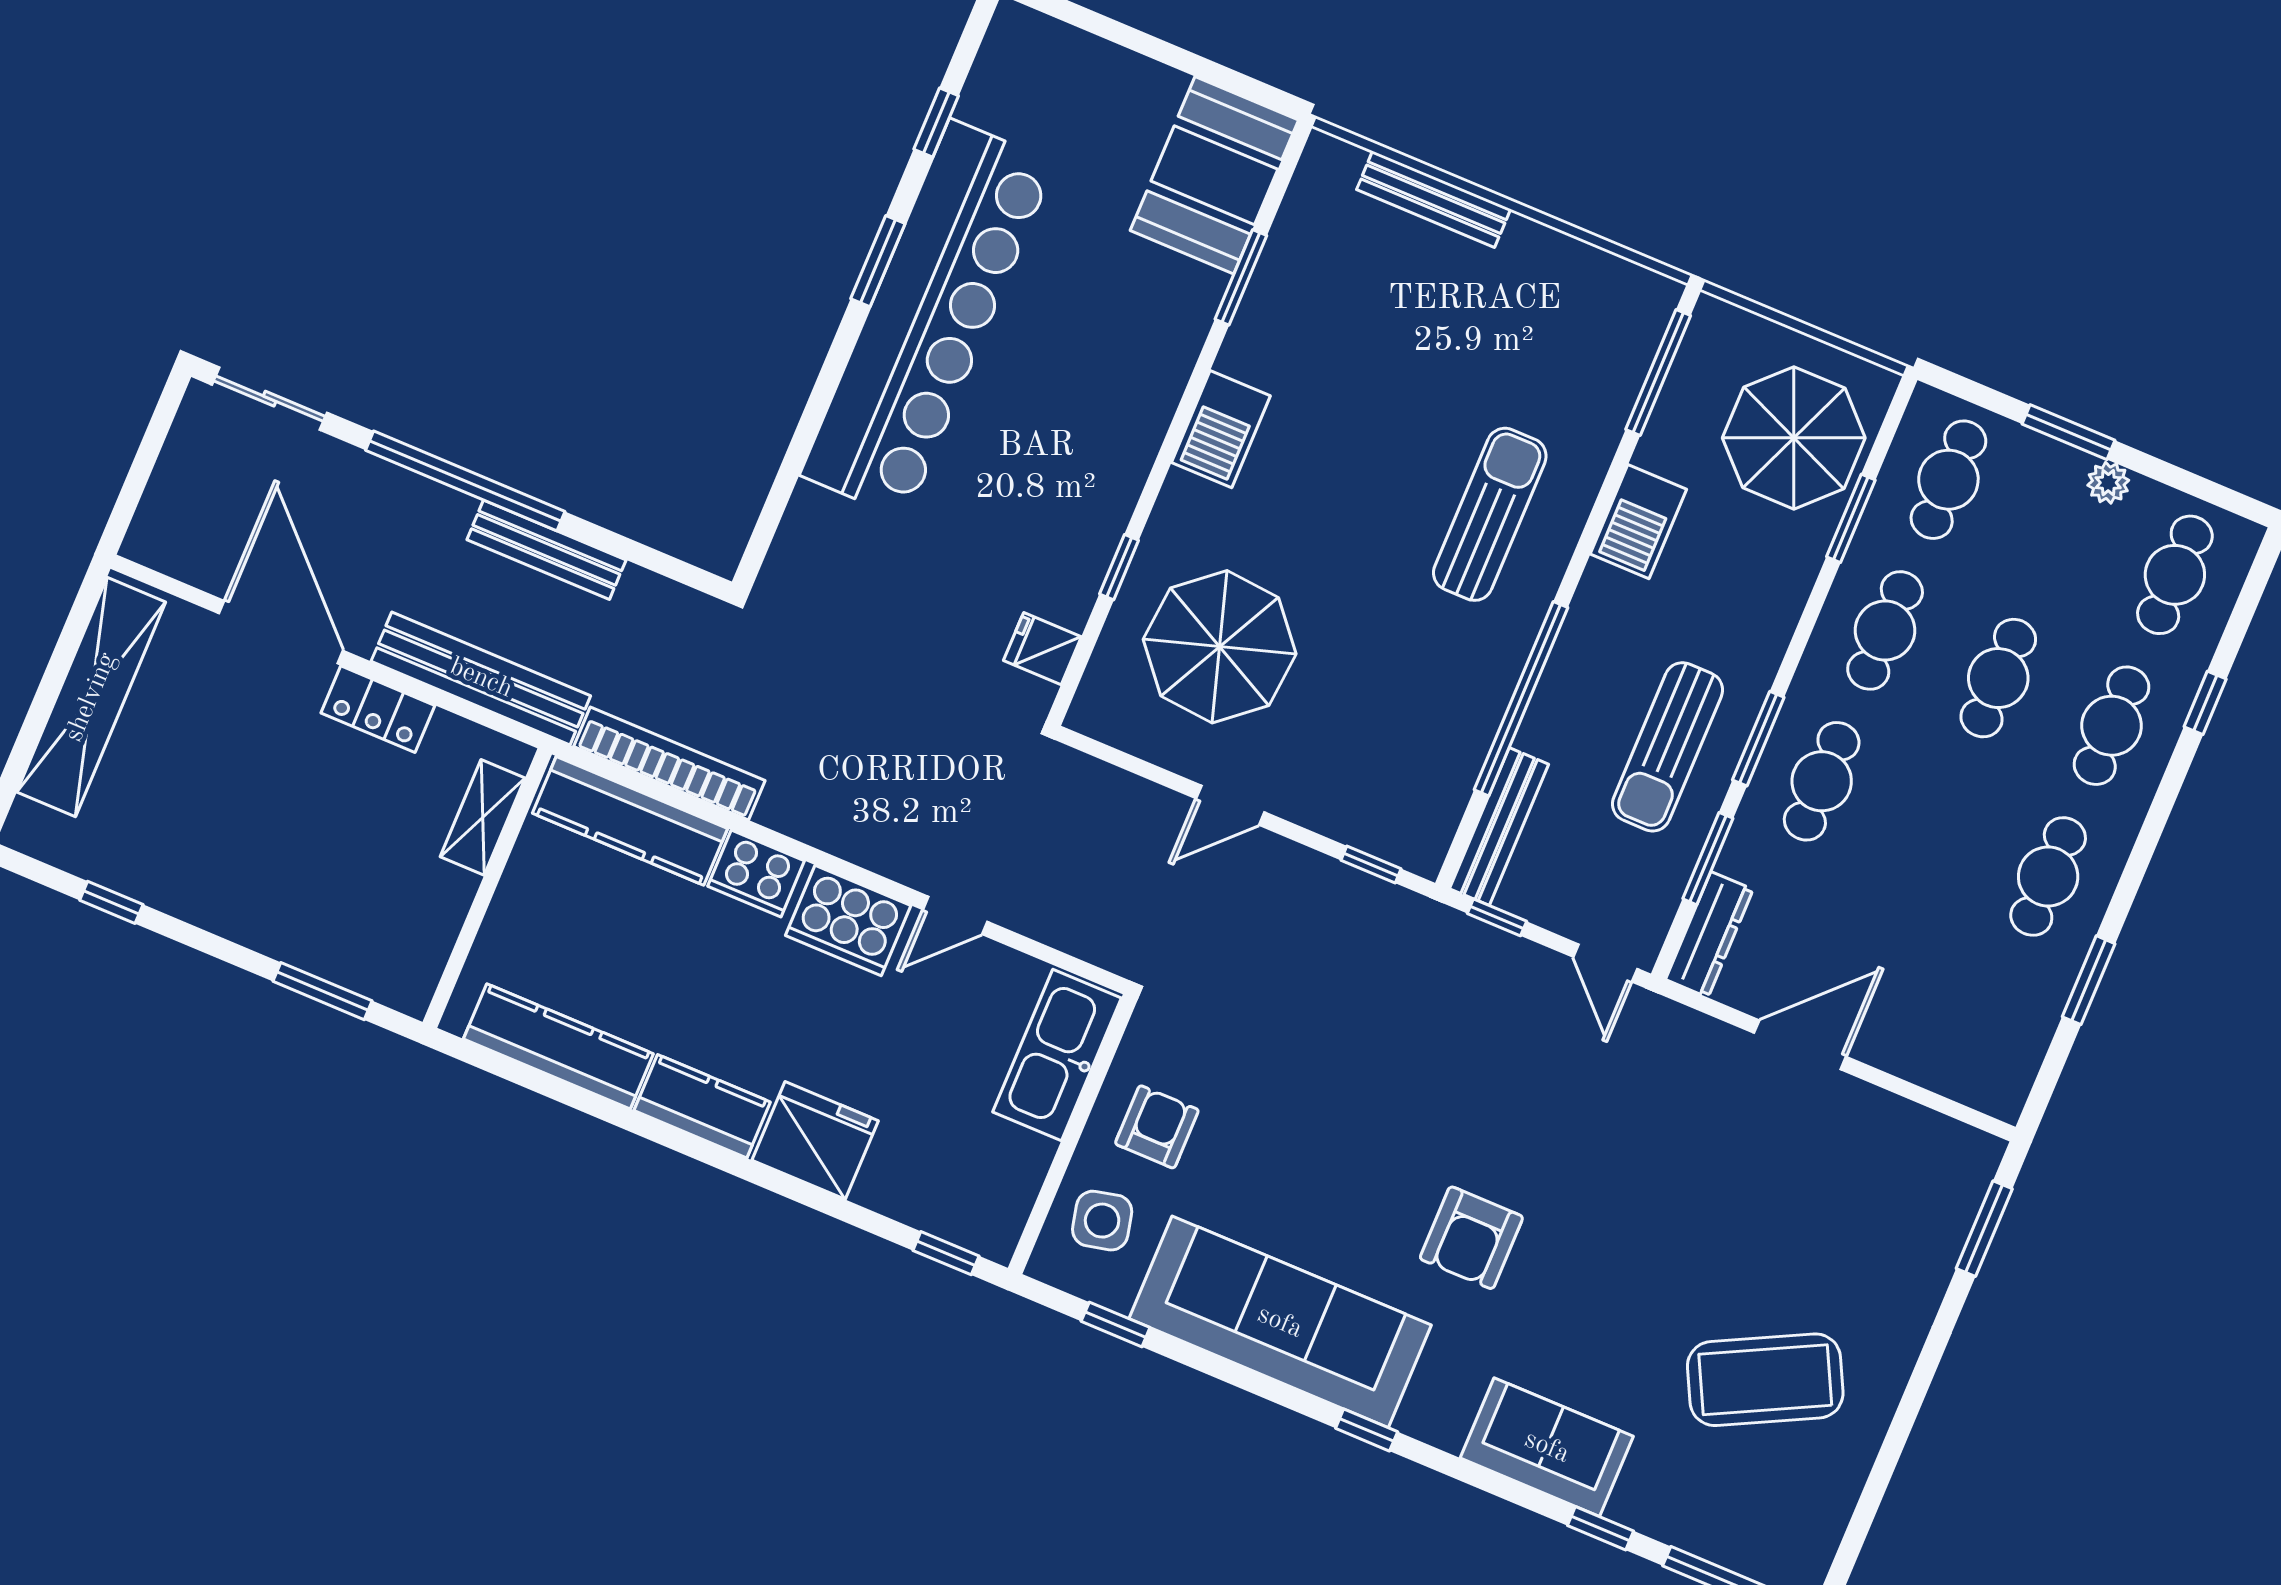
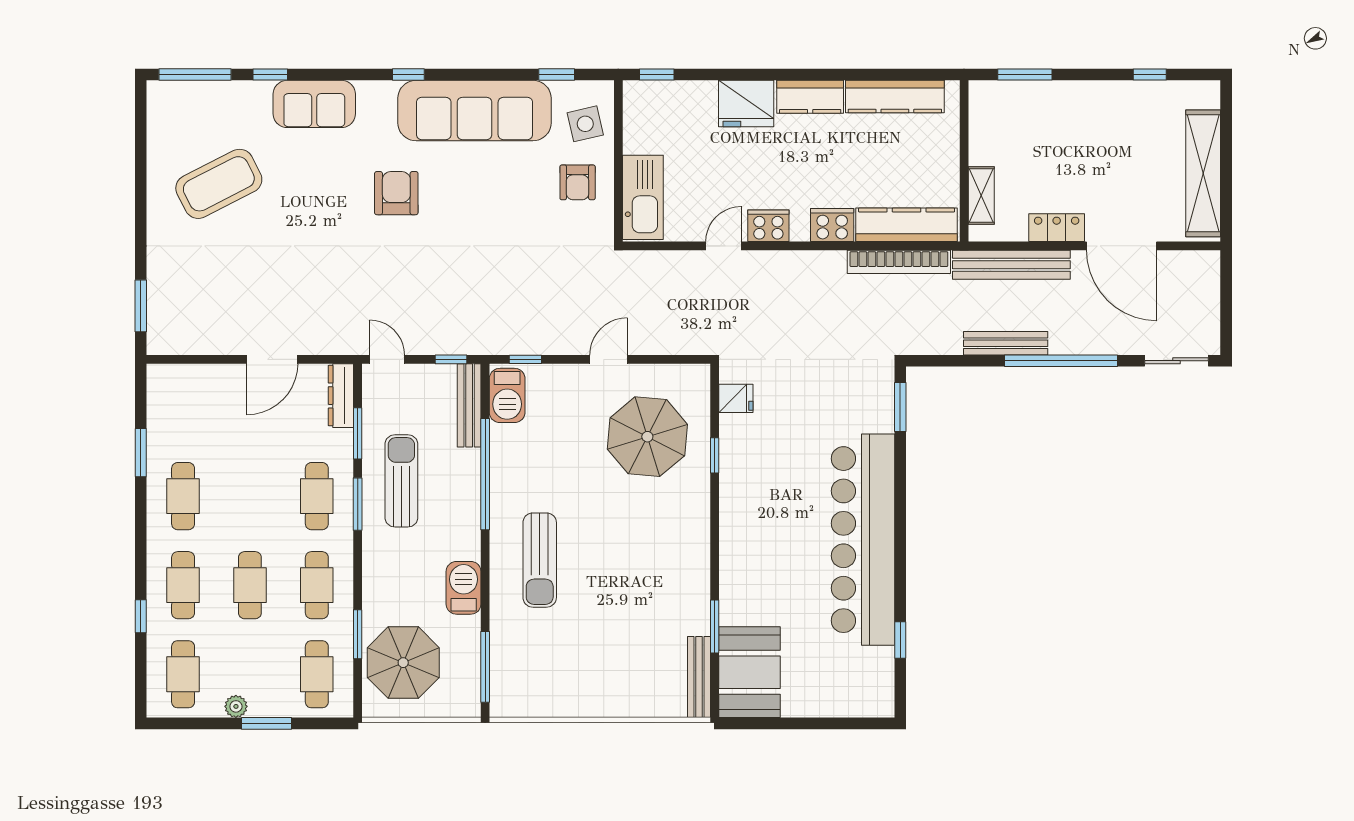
bench: (1434, 199) -> (699, 677), moved, turned 90
window: (878, 261) -> (900, 407), moved
barbecue: (1221, 429) -> (507, 395), moved, turned 180
cooker: (848, 920) -> (768, 226), width x0.73, depth x0.76

